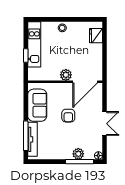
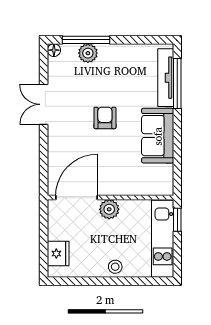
plant: (66, 75) -> (109, 209), moved
wall: (65, 82) -> (110, 198), moved
door: (85, 82) -> (77, 198), moved

